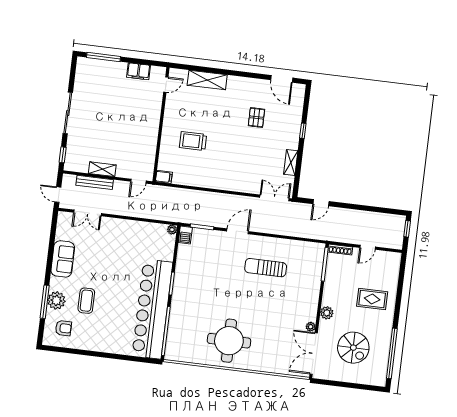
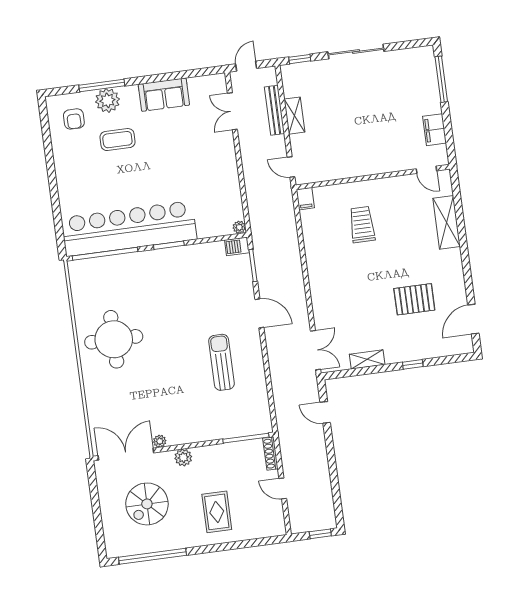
pallet: (256, 117) -> (414, 299), width x1.50, depth x1.42

